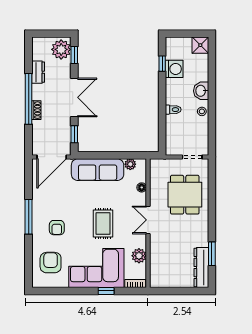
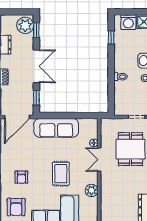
washing machine: (174, 69) -> (128, 22), moved, turned 90
plant: (130, 164) -> (84, 123), removed
double door: (148, 220) -> (99, 160), moved
plant: (139, 256) -> (91, 190), moved
armchair: (51, 263) -> (16, 207), turned 180

